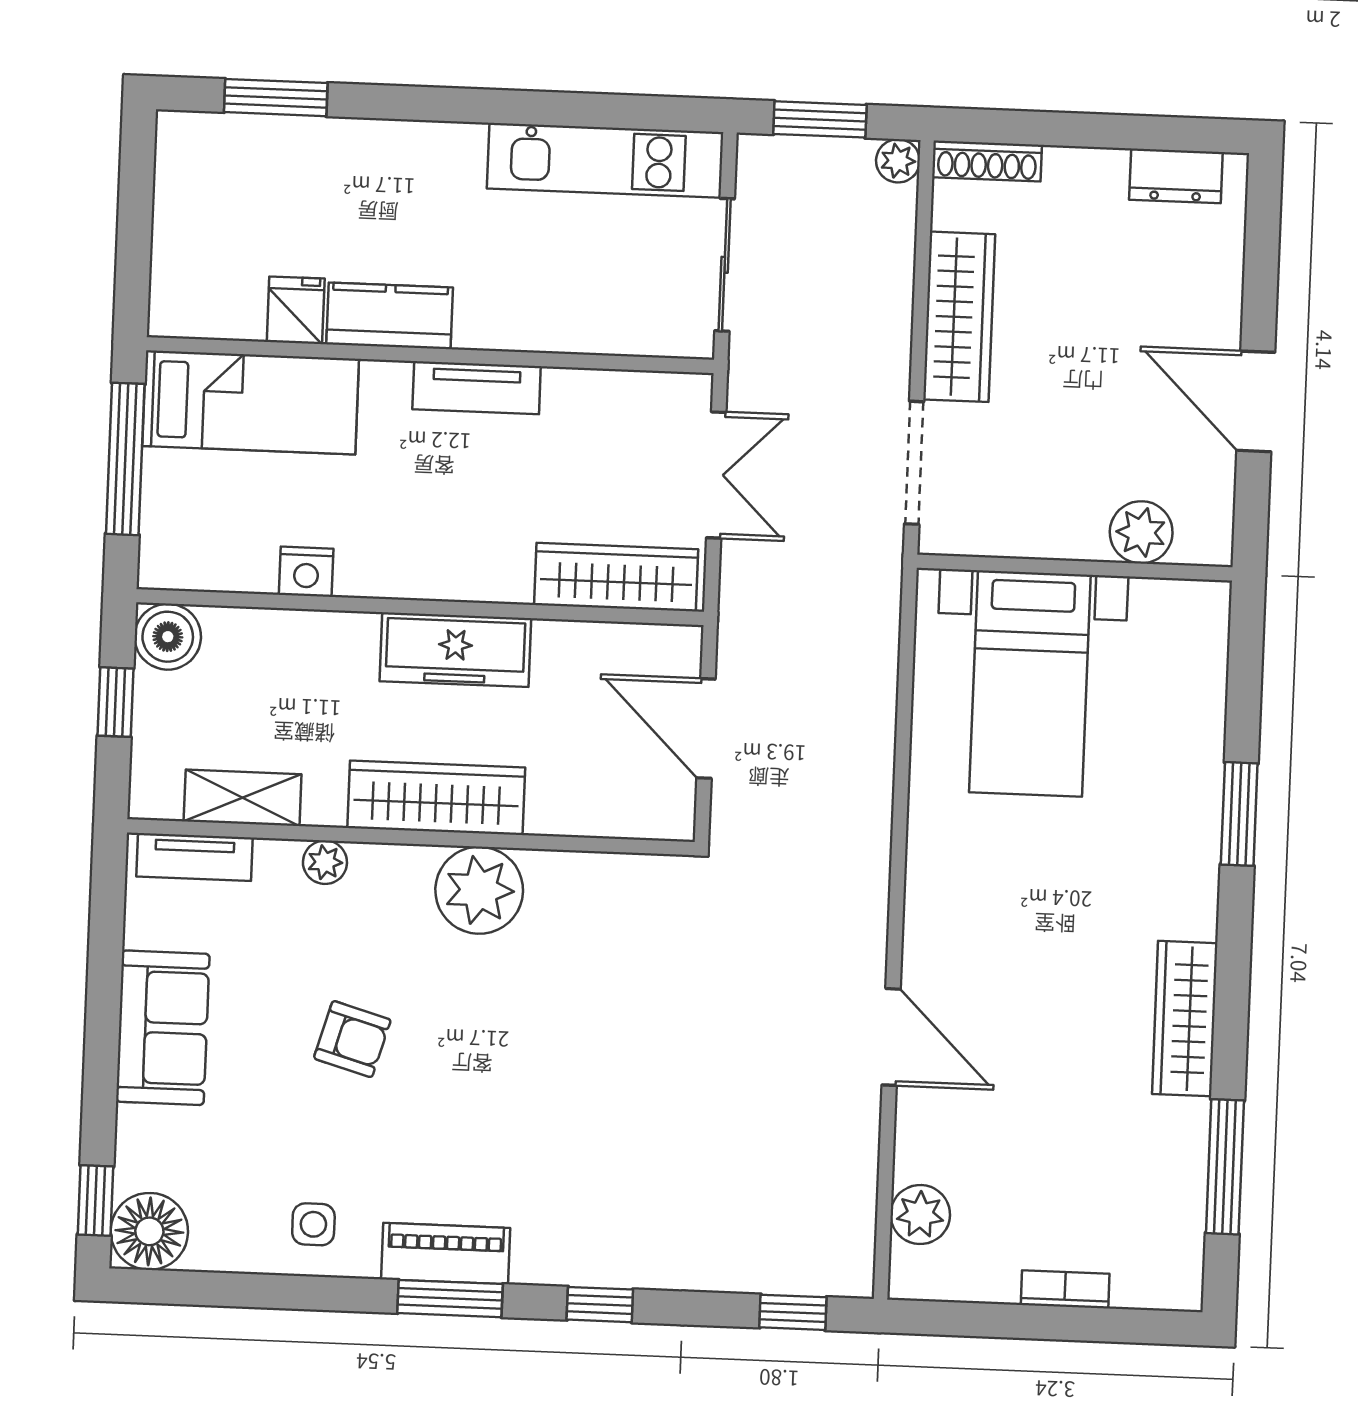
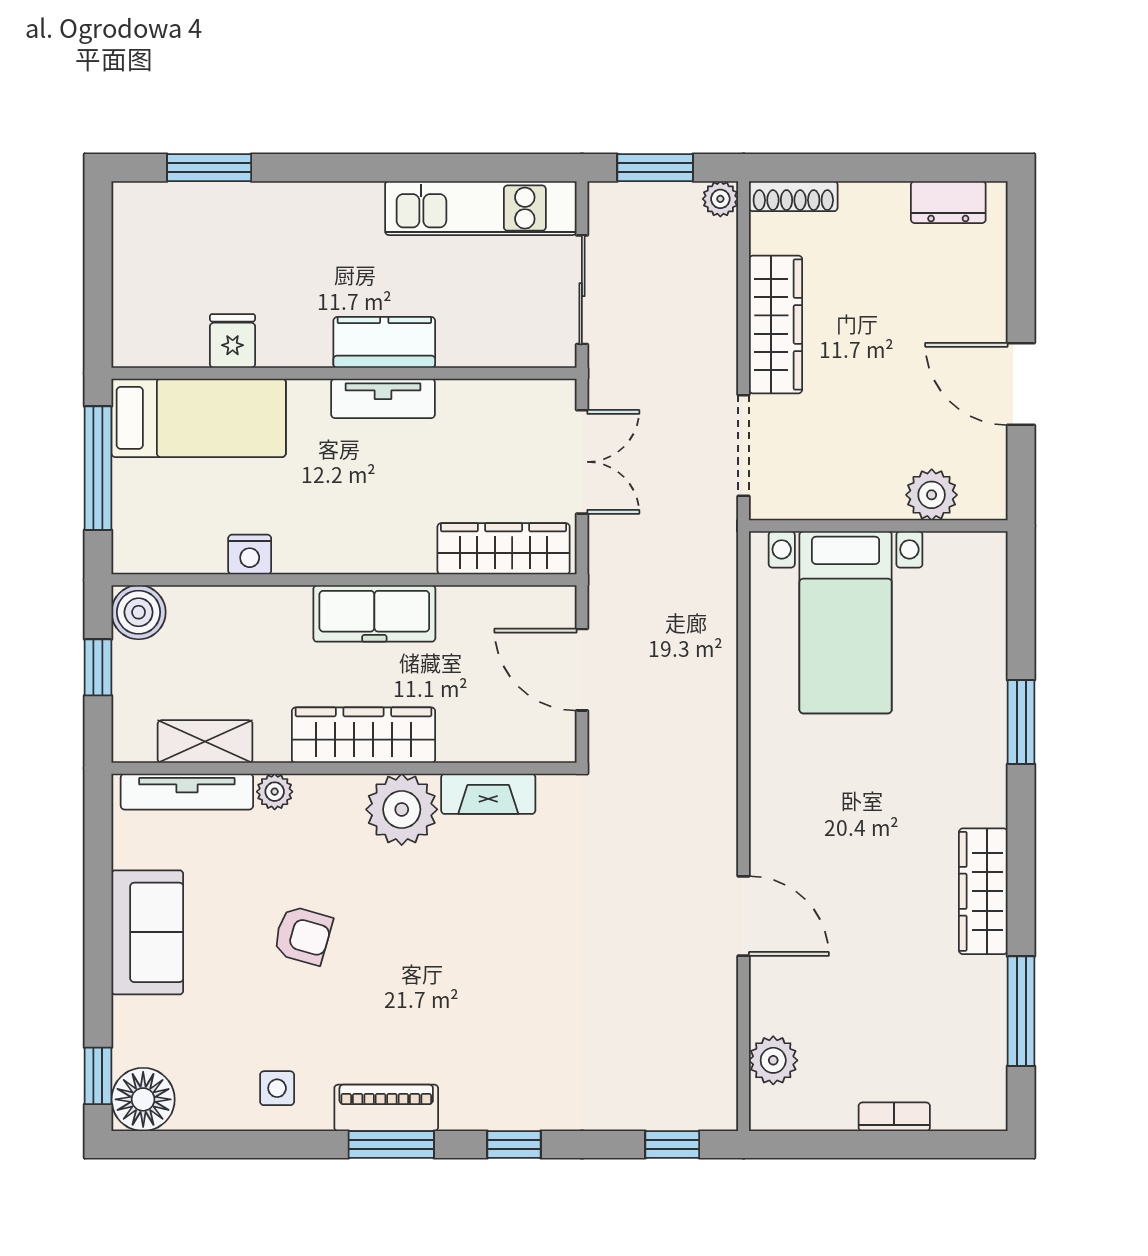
kitchen counter: (390, 316) -> (384, 342), moved
tv unit: (194, 857) -> (187, 792), width x1.41
fireplace: (586, 875) -> (488, 794), added

